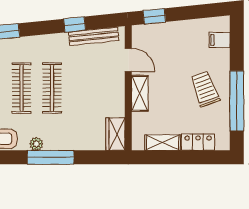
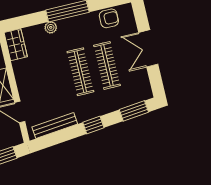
window: (75, 25) -> (93, 125), moved
plant: (36, 144) -> (51, 27), moved

